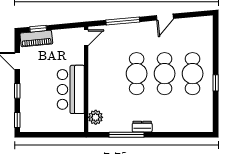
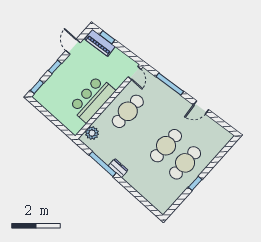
door: (86, 38) -> (135, 73), hinge flipped
cafe table: (137, 74) -> (128, 111), moved

